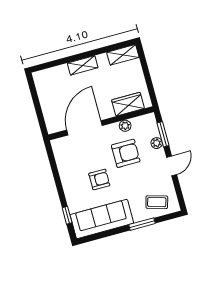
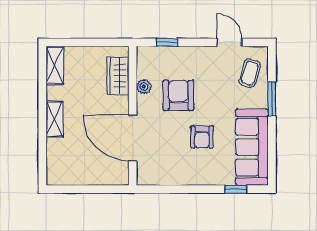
window: (163, 134) -> (167, 42), width x0.67
plant: (157, 143) -> (176, 53), removed
door: (172, 166) -> (230, 42), moved
armchair: (99, 179) -> (202, 137), turned 180

